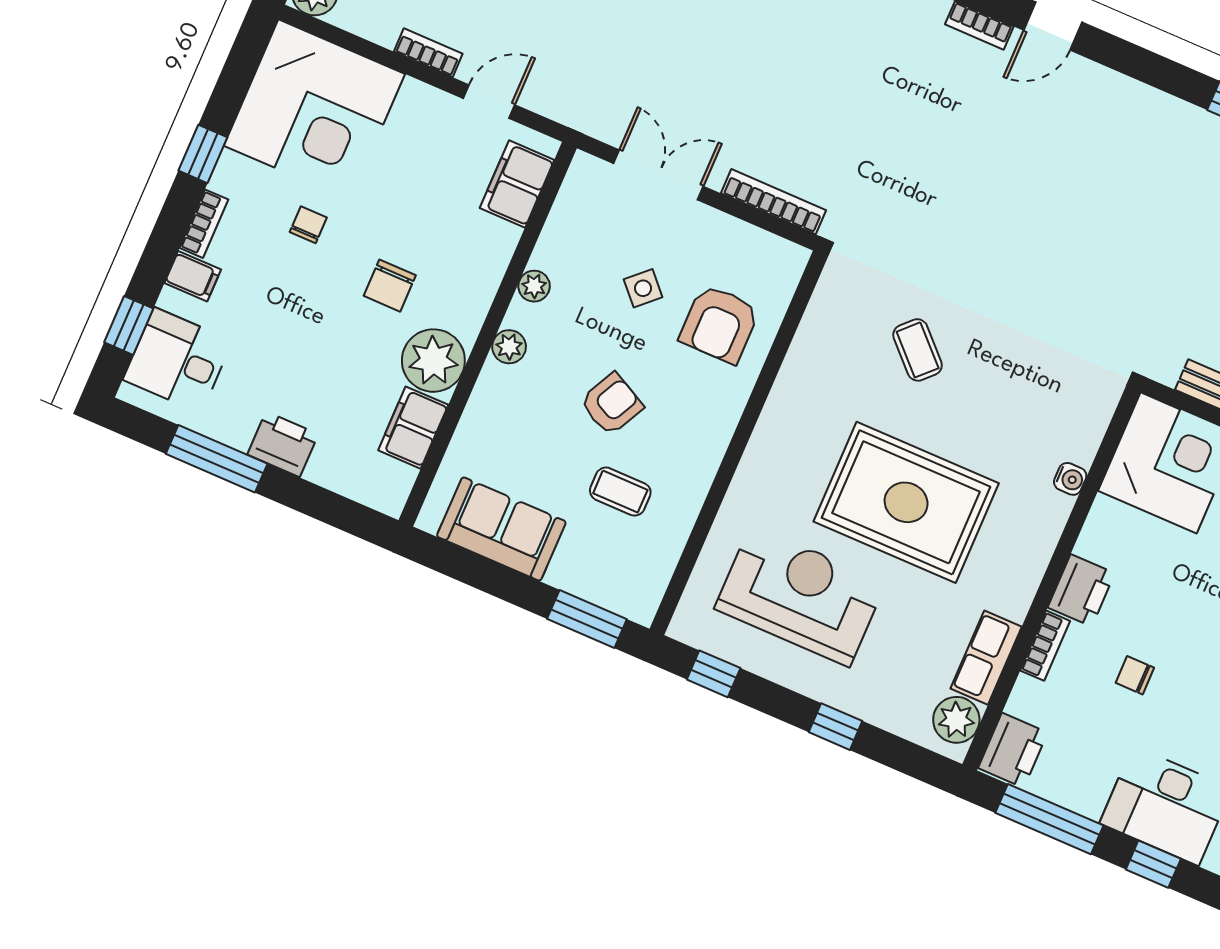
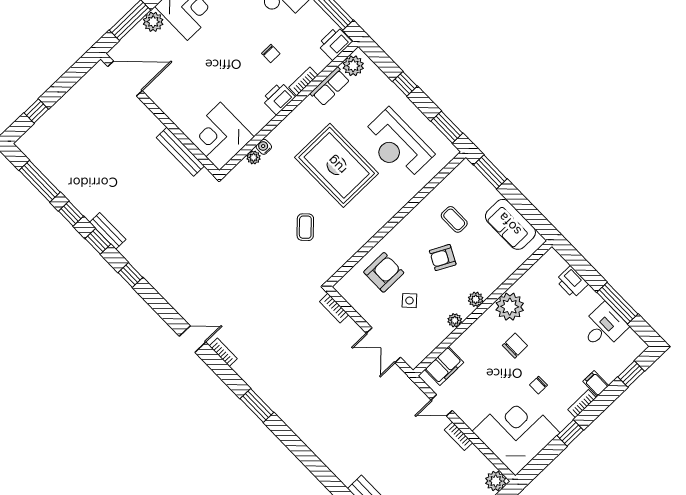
bookcase: (773, 202) -> (334, 308), width x0.64
desk: (178, 360) -> (603, 327), moved, turned -90
filing cabinet: (413, 428) -> (530, 282), removed
printer: (283, 444) -> (572, 282), moved
plant: (1082, 448) -> (254, 157), added
window: (714, 674) -> (447, 127), width x1.50

